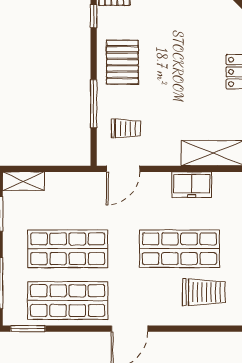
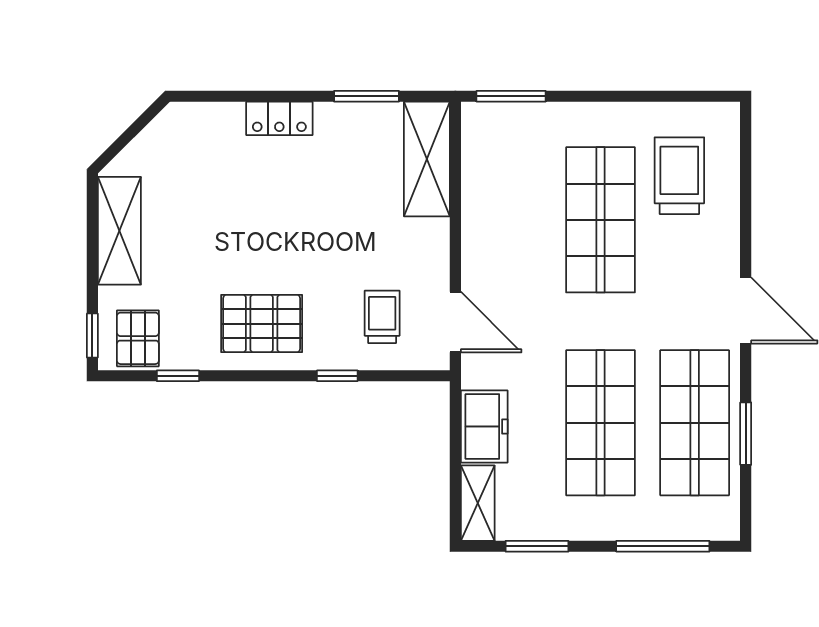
window: (94, 104) -> (337, 376), width x0.46
freezer: (192, 185) -> (484, 426), moved
window: (28, 329) -> (746, 434), moved

